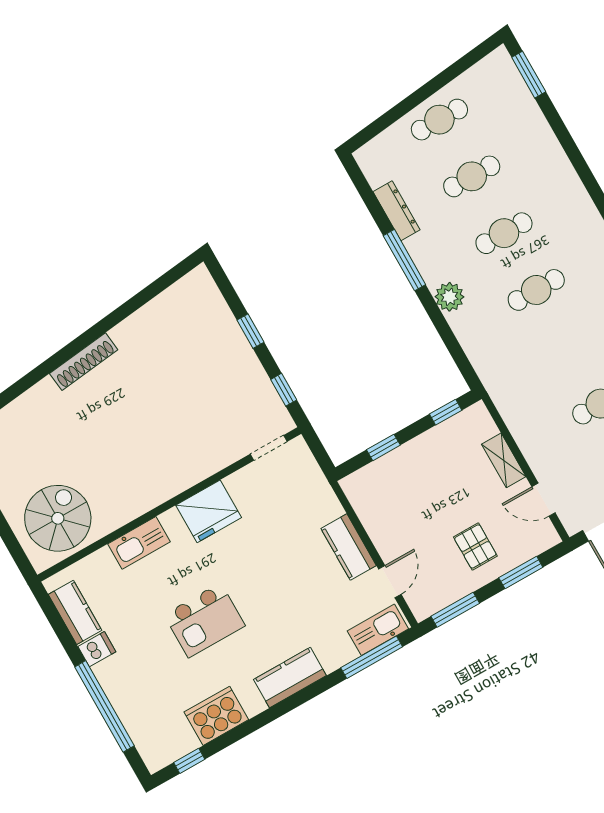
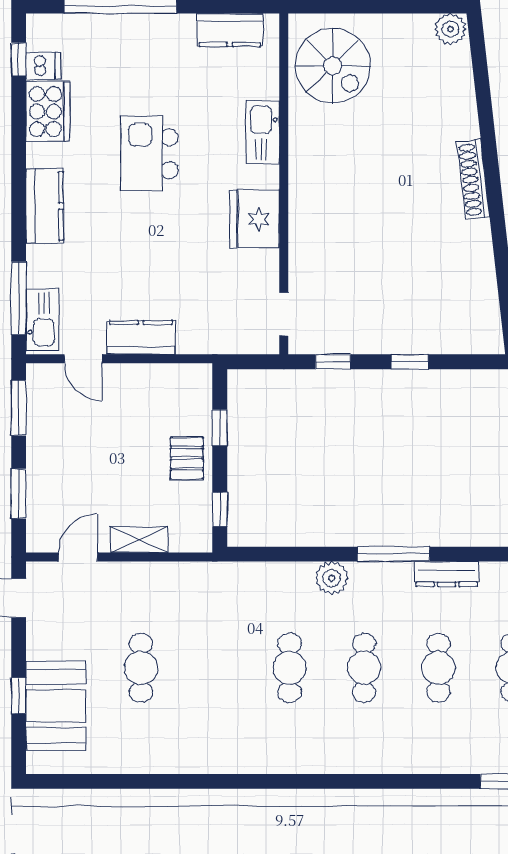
pallet: (475, 546) -> (187, 458), moved, turned 90
dishwasher: (97, 649) -> (43, 66), moved, turned -90

